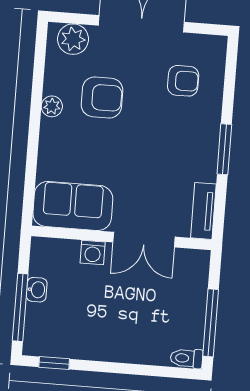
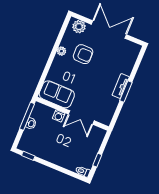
armchair: (183, 81) -> (118, 58), removed
tv unit: (203, 211) -> (121, 86), moved
window: (20, 307) -> (27, 116), moved
window: (211, 323) -> (97, 160), width x0.46

